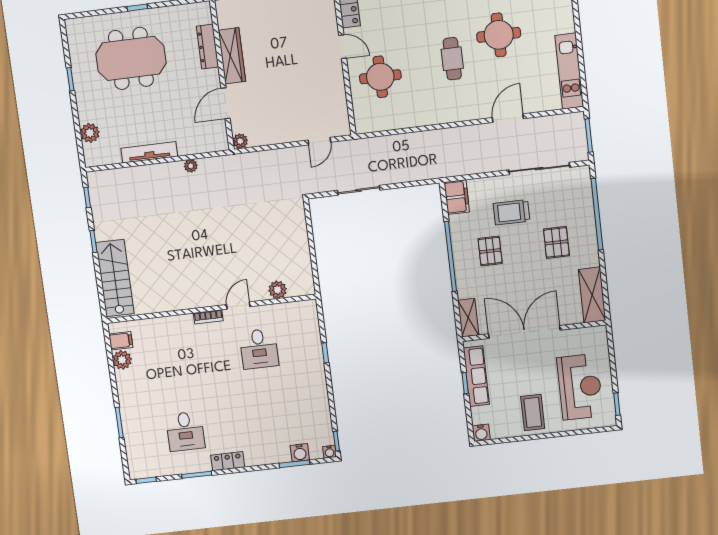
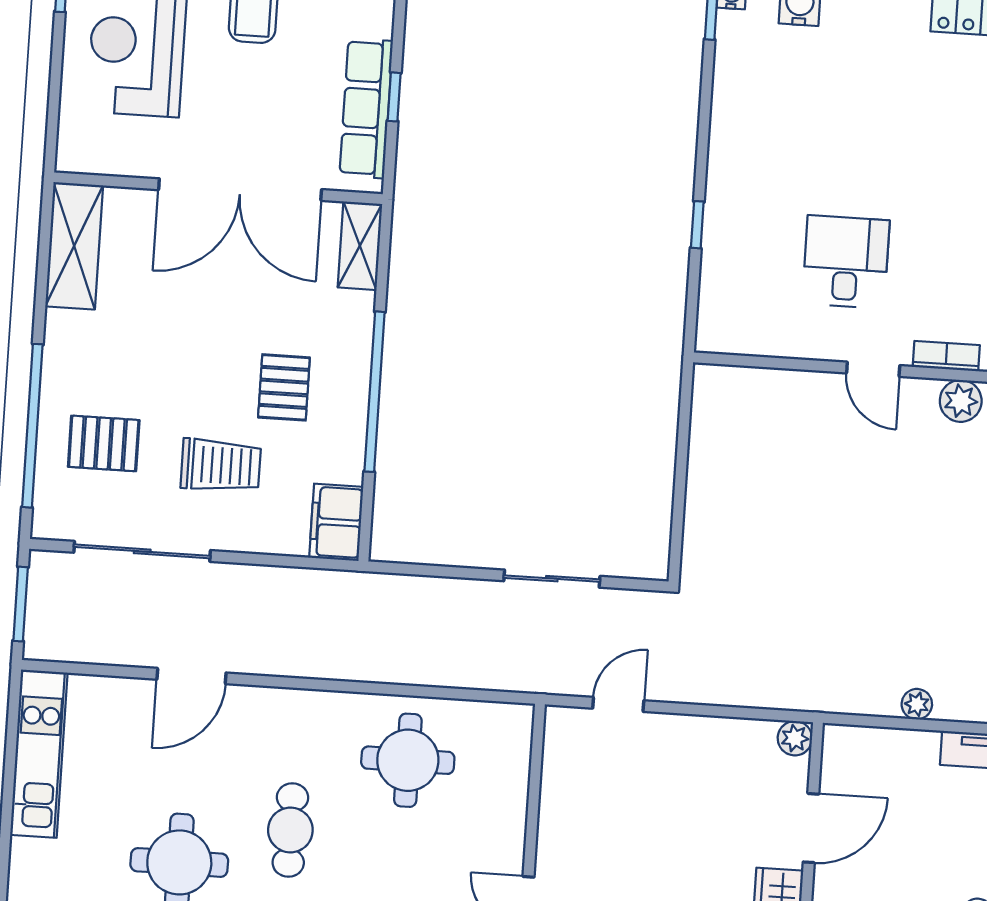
round table: (380, 77) -> (408, 760), moved
pallet: (556, 242) -> (104, 443), moved, turned 90
plant: (278, 290) -> (961, 401), moved
door: (238, 306) -> (873, 369), hinge flipped

